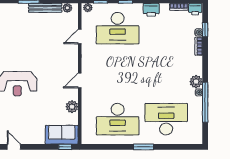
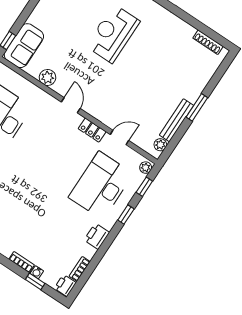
door: (80, 37) -> (119, 138), hinge flipped
locker: (86, 57) -> (92, 130), added

